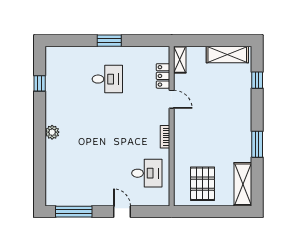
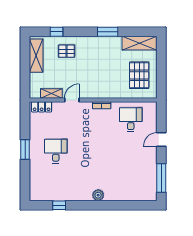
shelving: (180, 60) -> (51, 93), moved
locker: (163, 76) -> (42, 107), moved
pallet: (233, 93) -> (66, 51), added
pallet: (203, 184) -> (139, 75), turned 90

